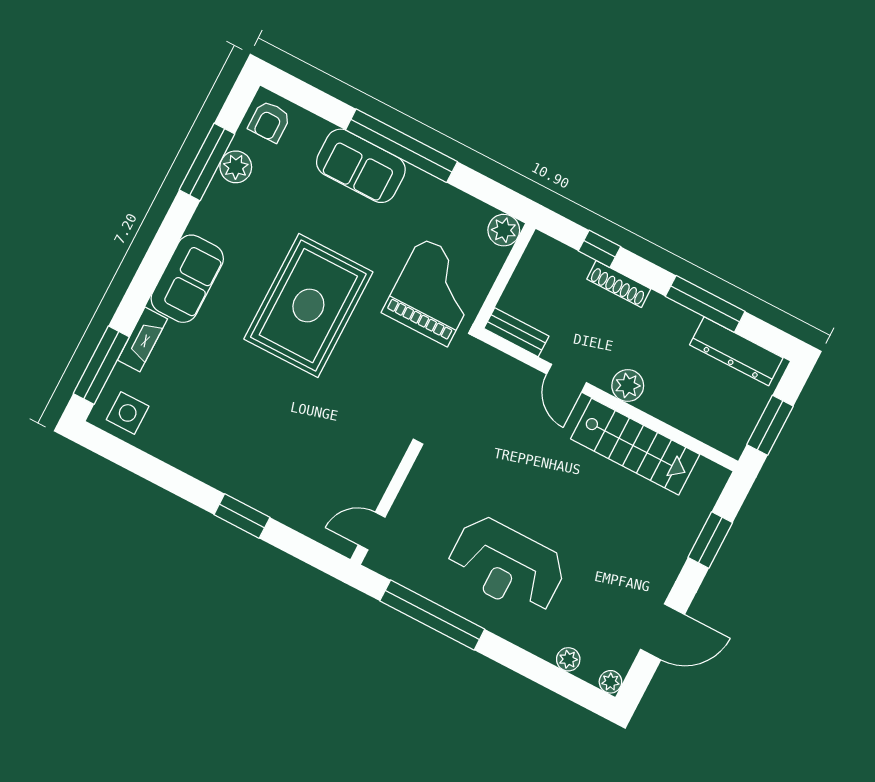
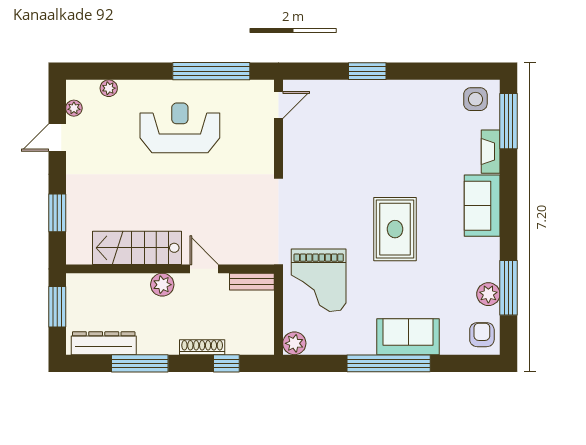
rug: (308, 306) -> (395, 229), width x0.73, depth x0.69
door: (662, 632) -> (57, 138), width x0.73
plant: (610, 682) -> (74, 108), moved

